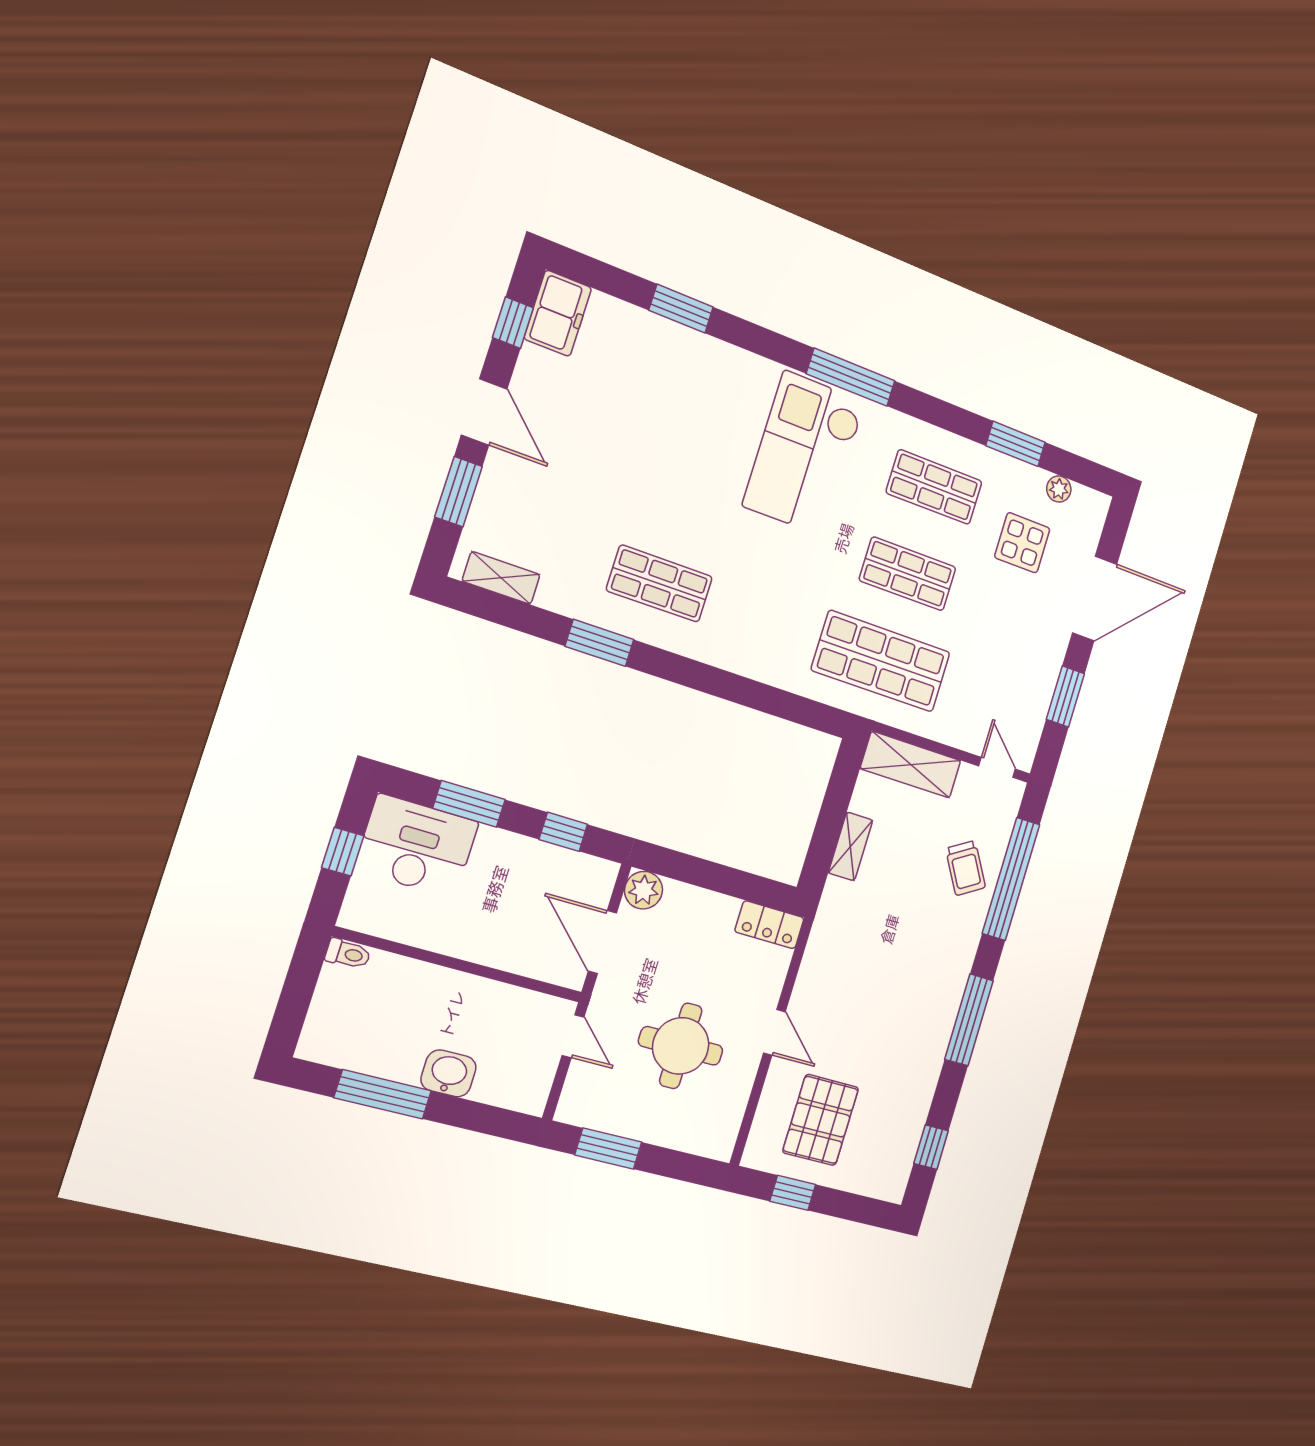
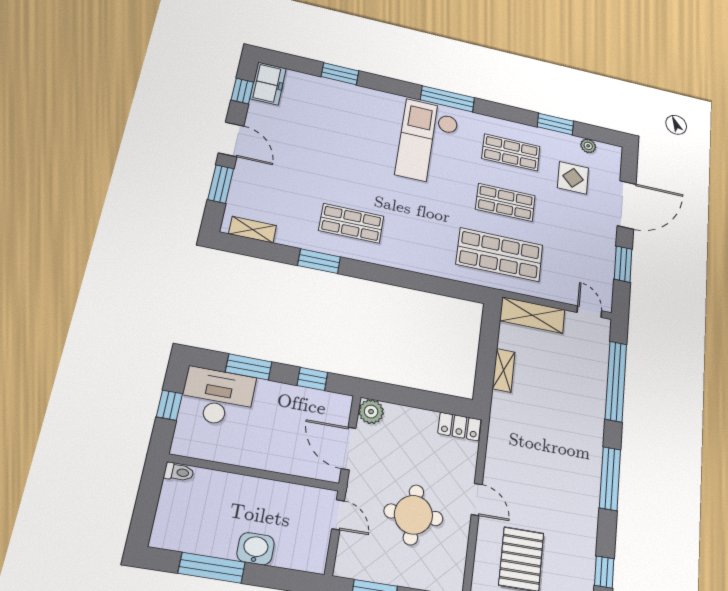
trolley: (966, 868) -> (584, 377), removed

